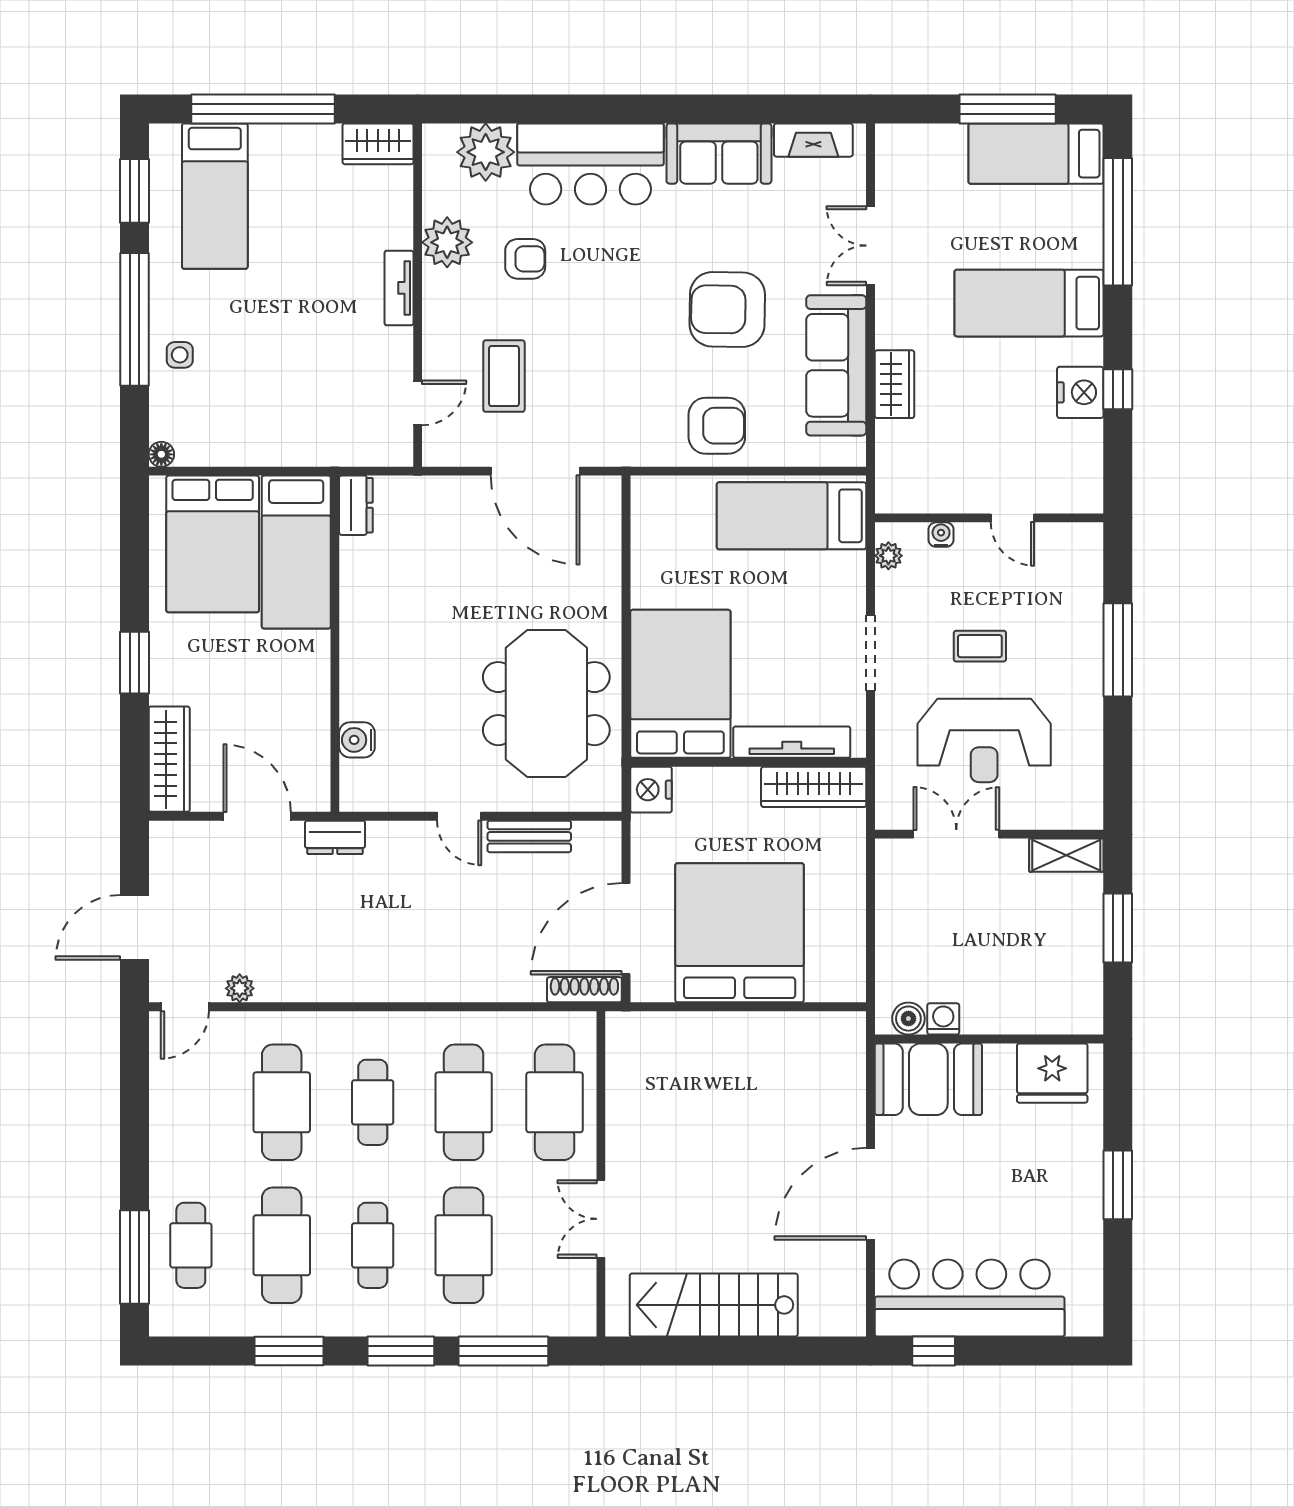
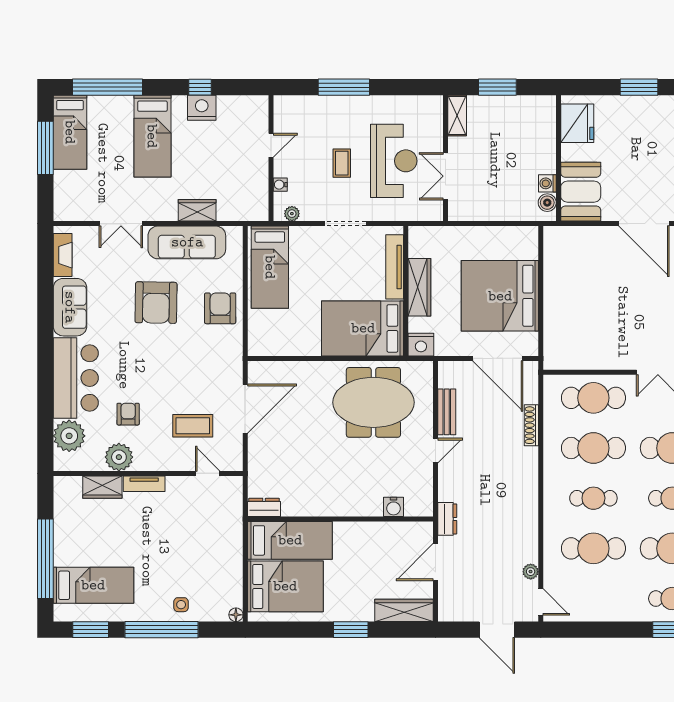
wardrobe: (378, 144) -> (102, 487), moved, turned 90
wardrobe: (814, 787) -> (419, 287), moved
shoe rack: (584, 990) -> (531, 425), moved

